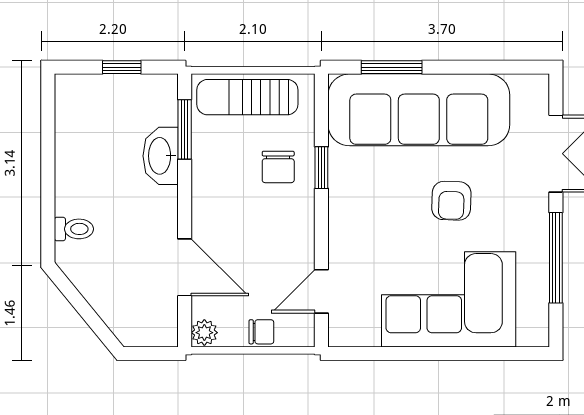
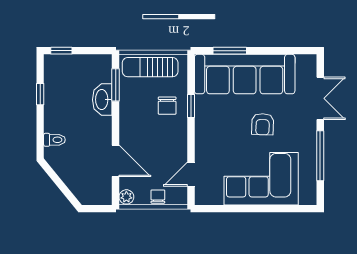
window: (122, 67) -> (61, 51), moved
window: (48, 146) -> (40, 94), added
chair: (261, 332) -> (158, 197), turned -90

